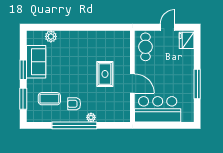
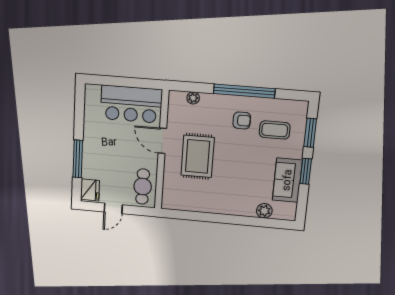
rug: (105, 74) -> (198, 156), width x1.36, depth x1.43
window: (197, 84) -> (78, 159), moved
plant: (91, 117) -> (193, 98), moved

